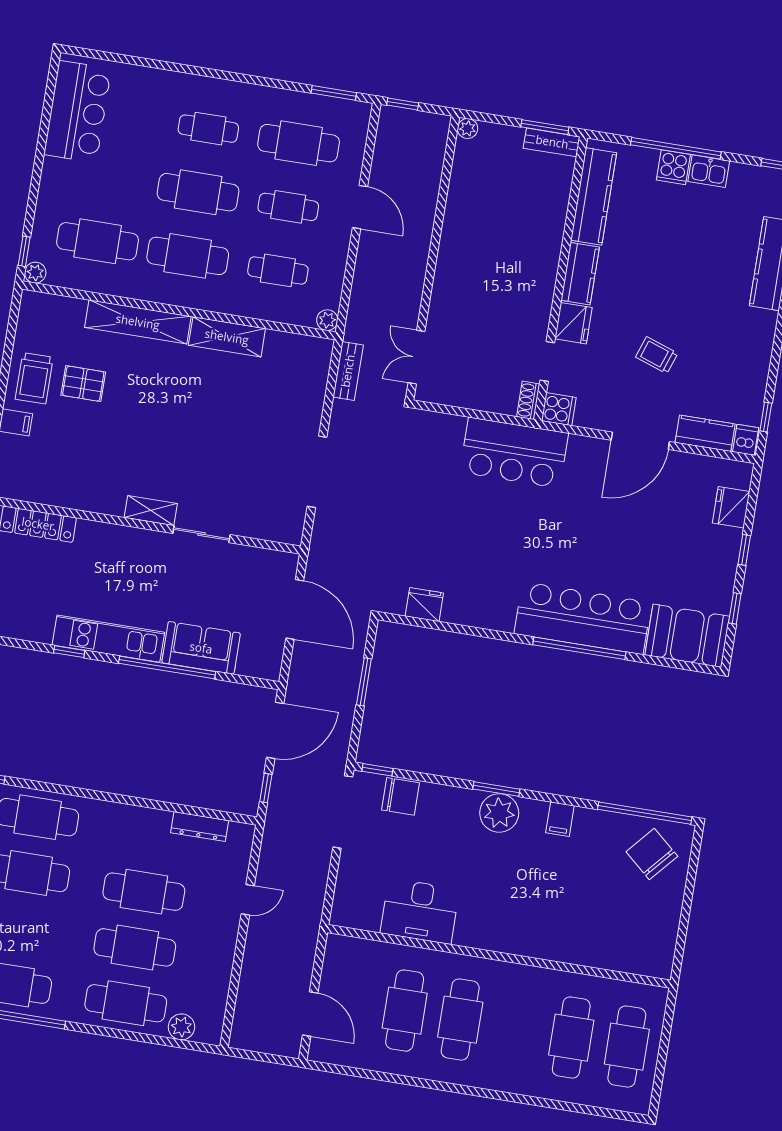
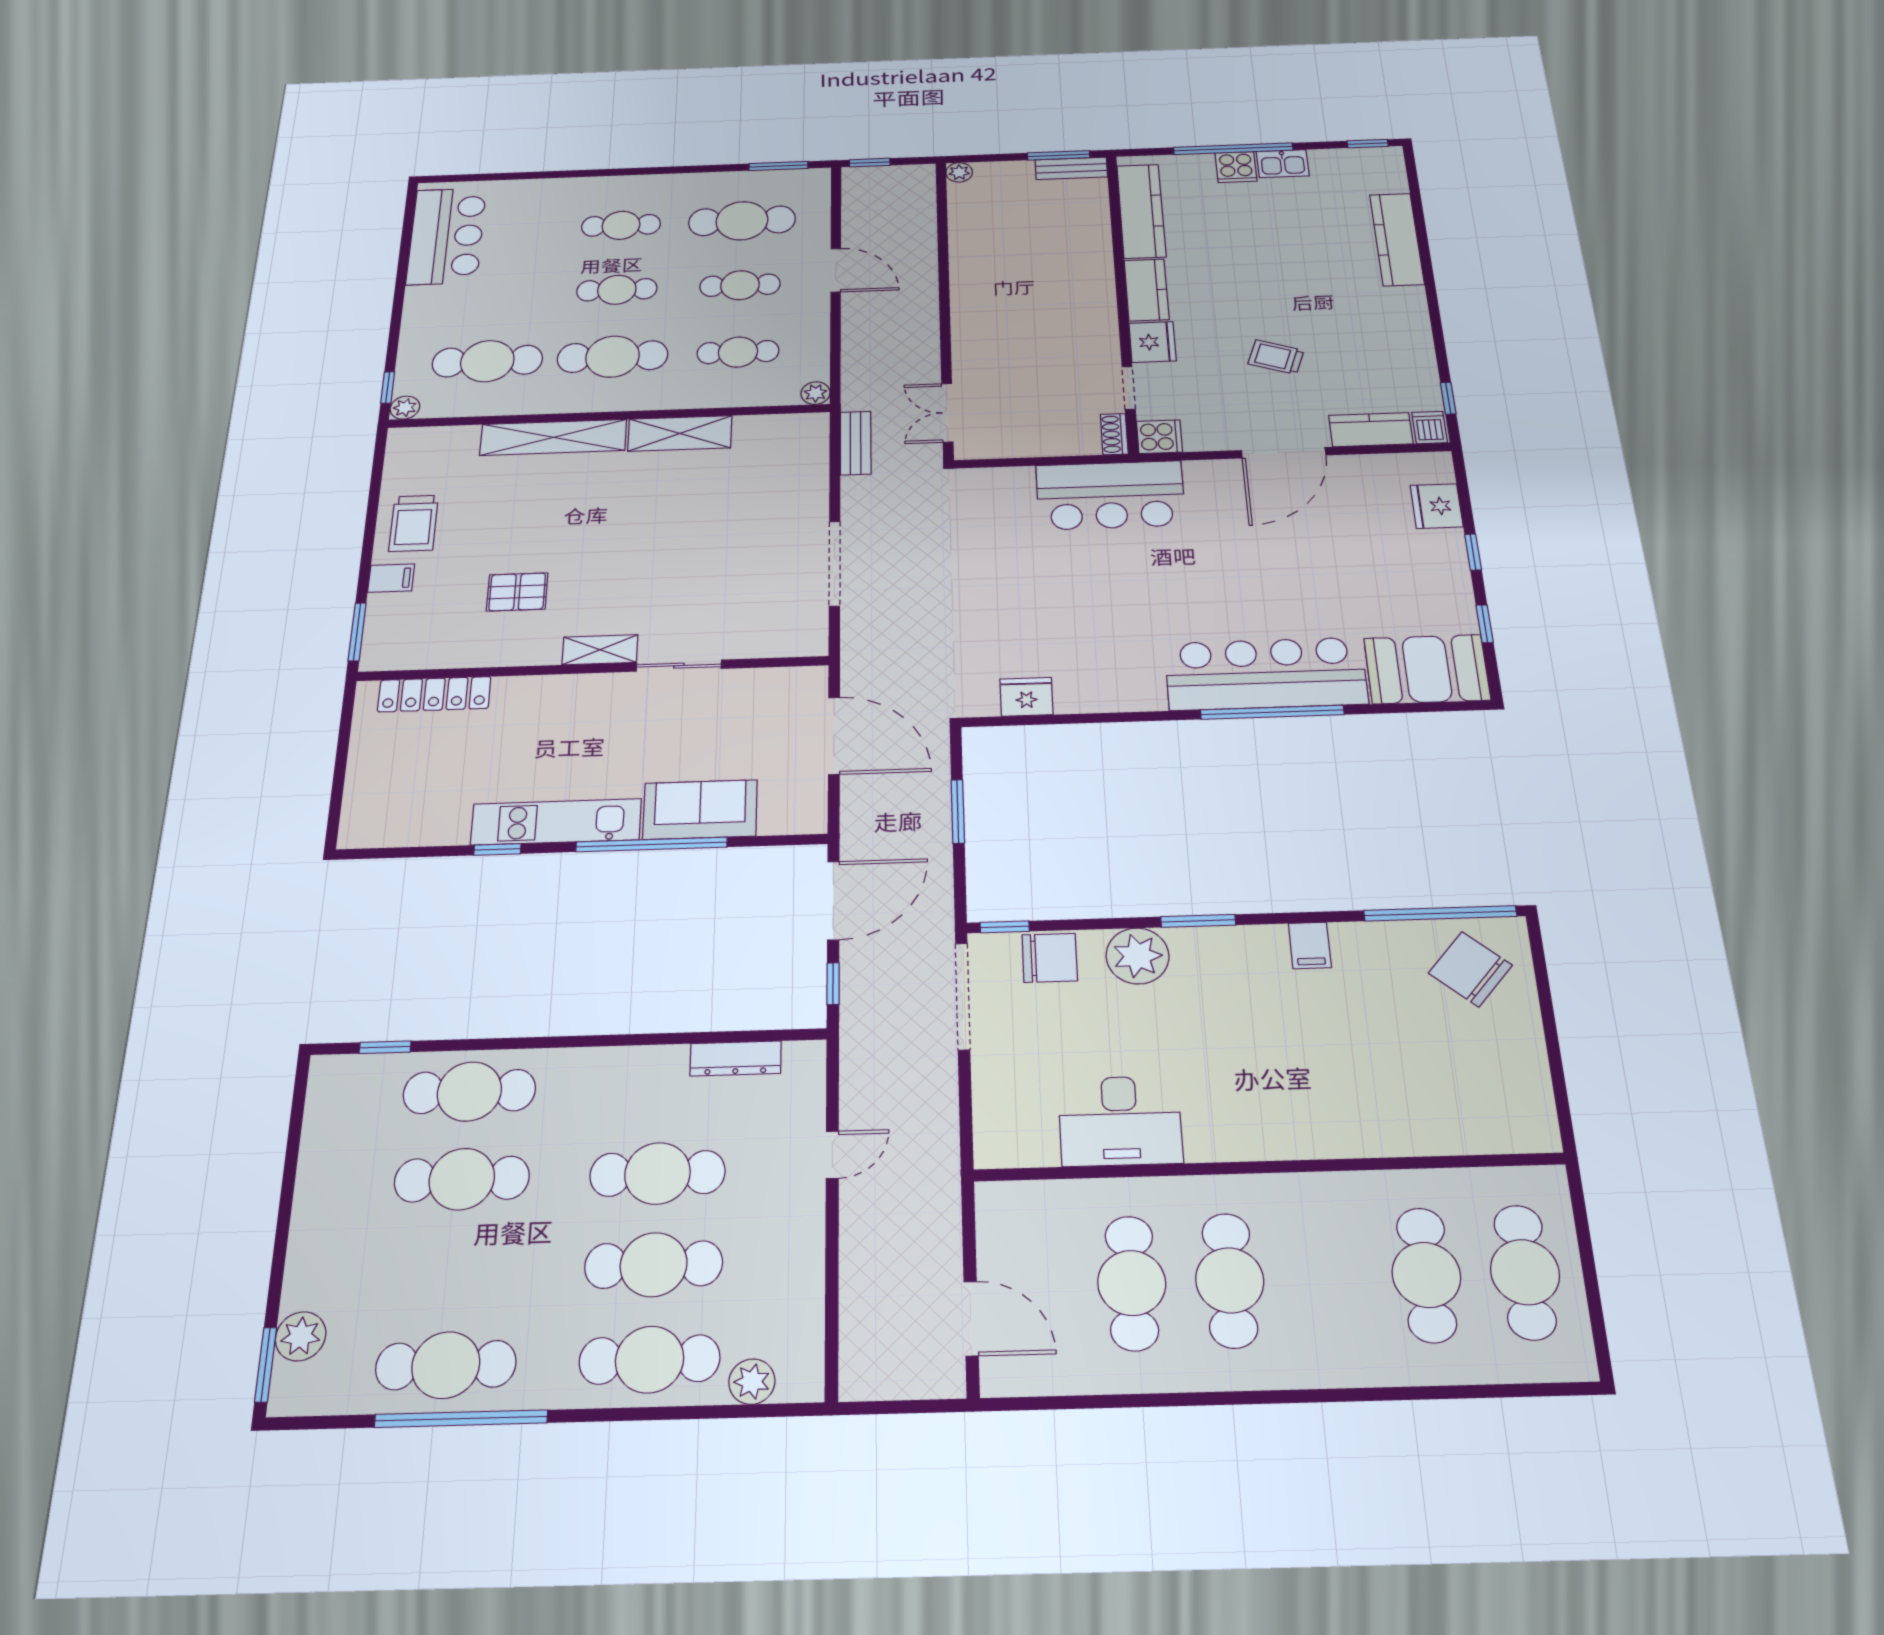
cafe table: (198, 192) -> (617, 290), width x0.73, depth x0.74
pallet: (83, 384) -> (517, 592), moved
plant: (499, 813) -> (1138, 956), moved

